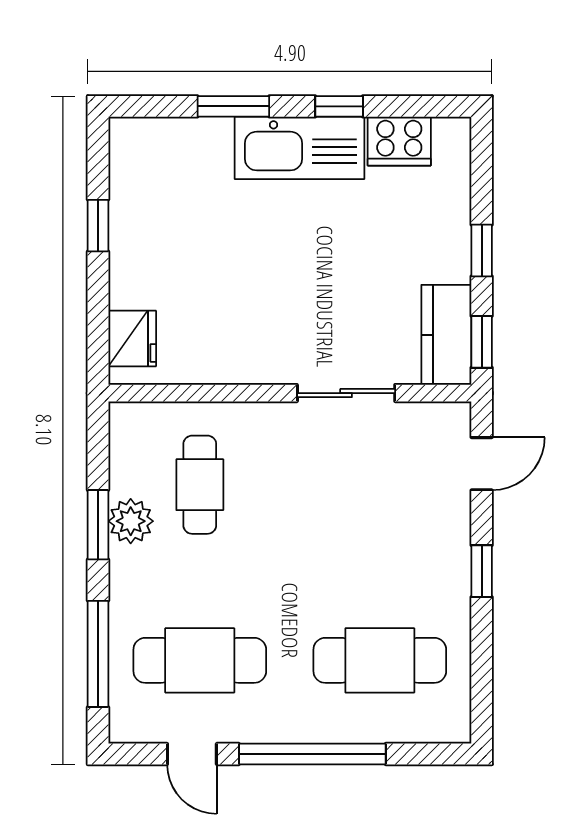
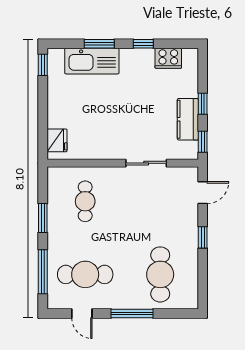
kitchen sink: (299, 148) -> (92, 61), moved
window: (98, 226) -> (43, 65), moved
kitchen counter: (446, 335) -> (188, 119), moved
plant: (131, 521) -> (56, 216), removed
cafe table: (380, 660) -> (160, 274), turned 90
window: (312, 754) -> (132, 313), width x0.68

